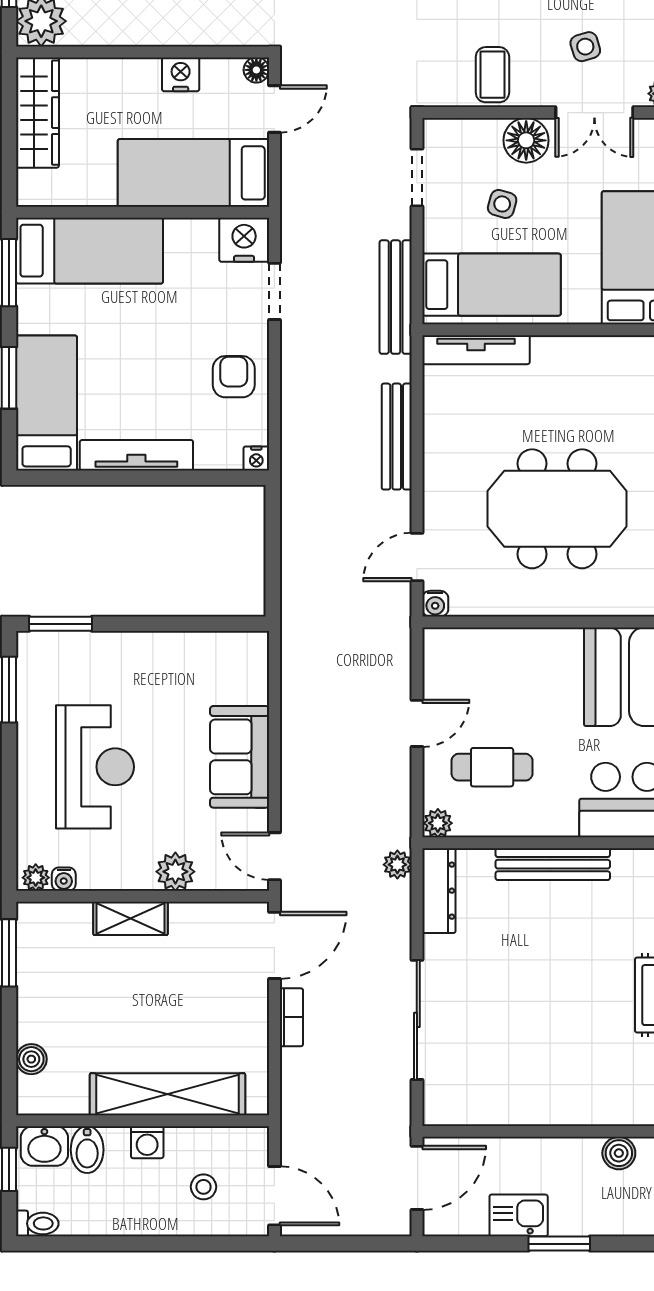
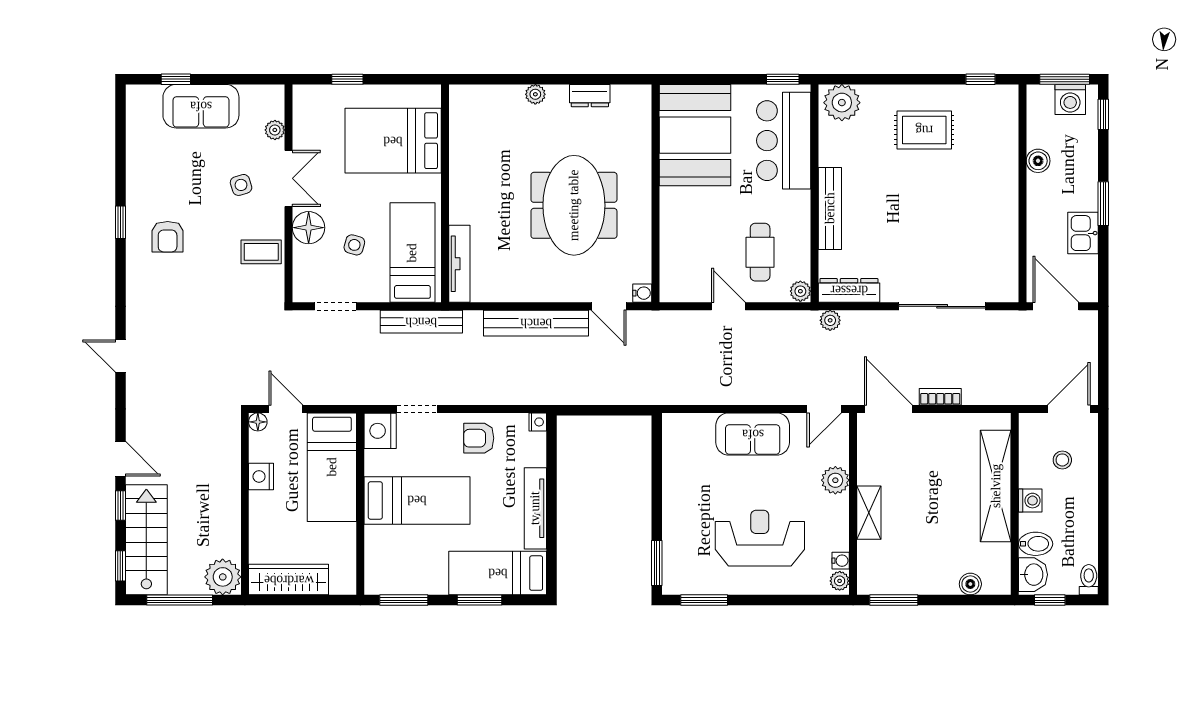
bed: (90, 251) -> (417, 500), moved, turned 90
bench: (397, 437) -> (536, 323), width x1.37, depth x1.21

